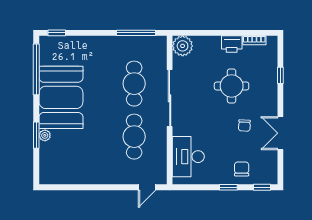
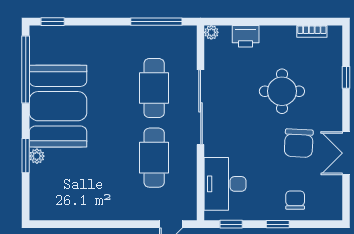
printer: (232, 44) -> (246, 36), moved
plant: (183, 46) -> (211, 32), width x0.53, depth x0.53
chair: (244, 126) -> (299, 143), width x1.87, depth x1.87
window: (262, 187) -> (231, 224), moved

